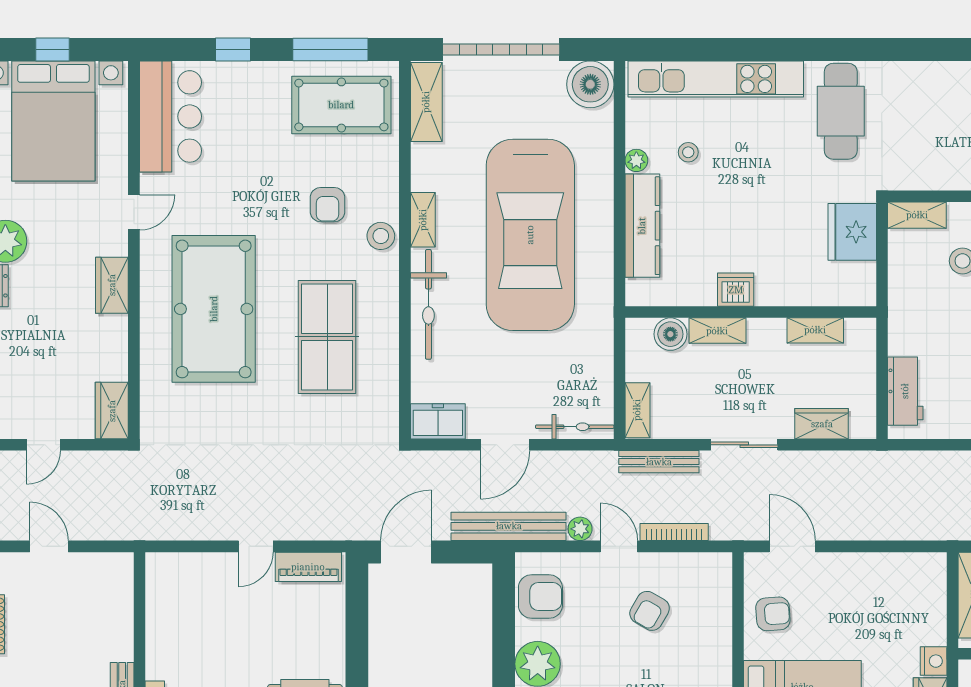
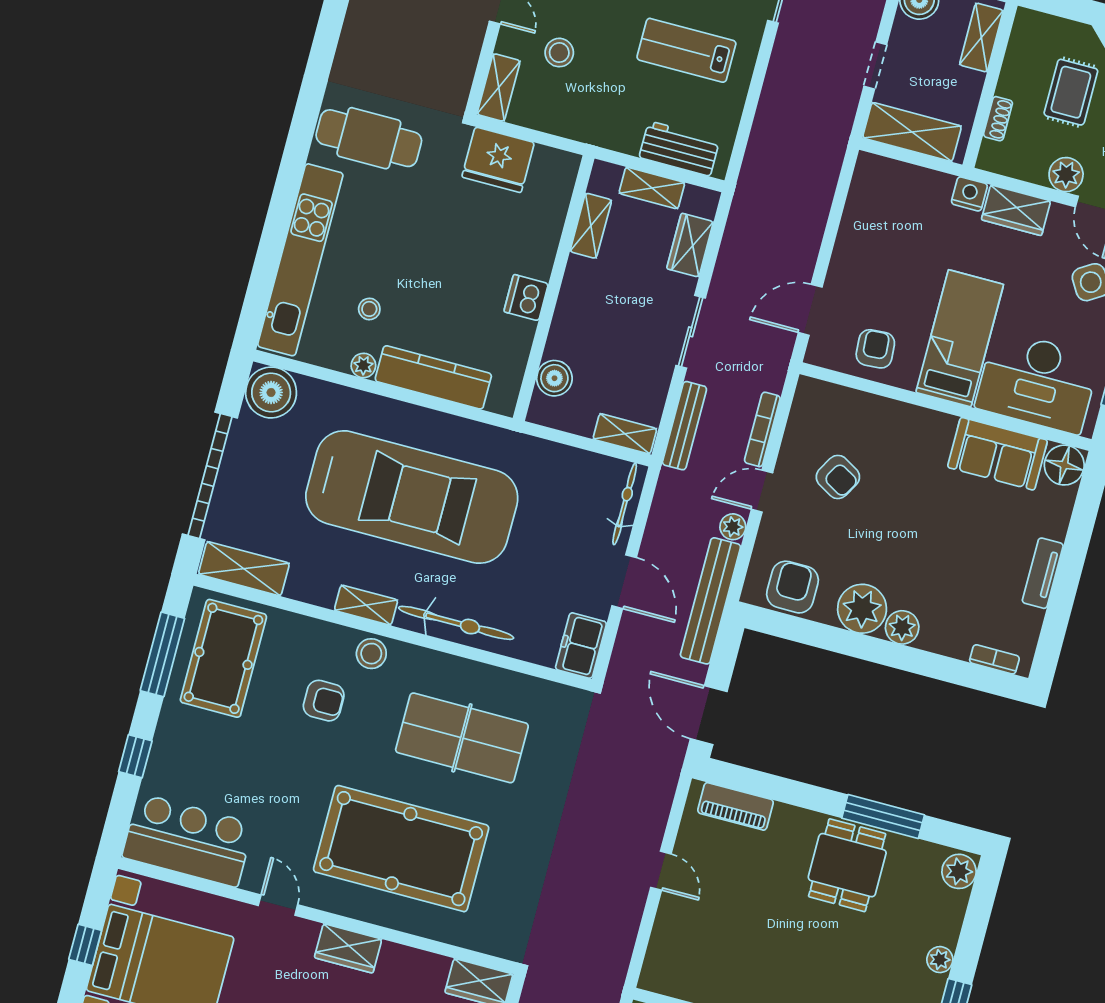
shelving: (717, 331) -> (652, 188), moved, turned 90
piano: (308, 567) -> (735, 806), moved, turned 90

